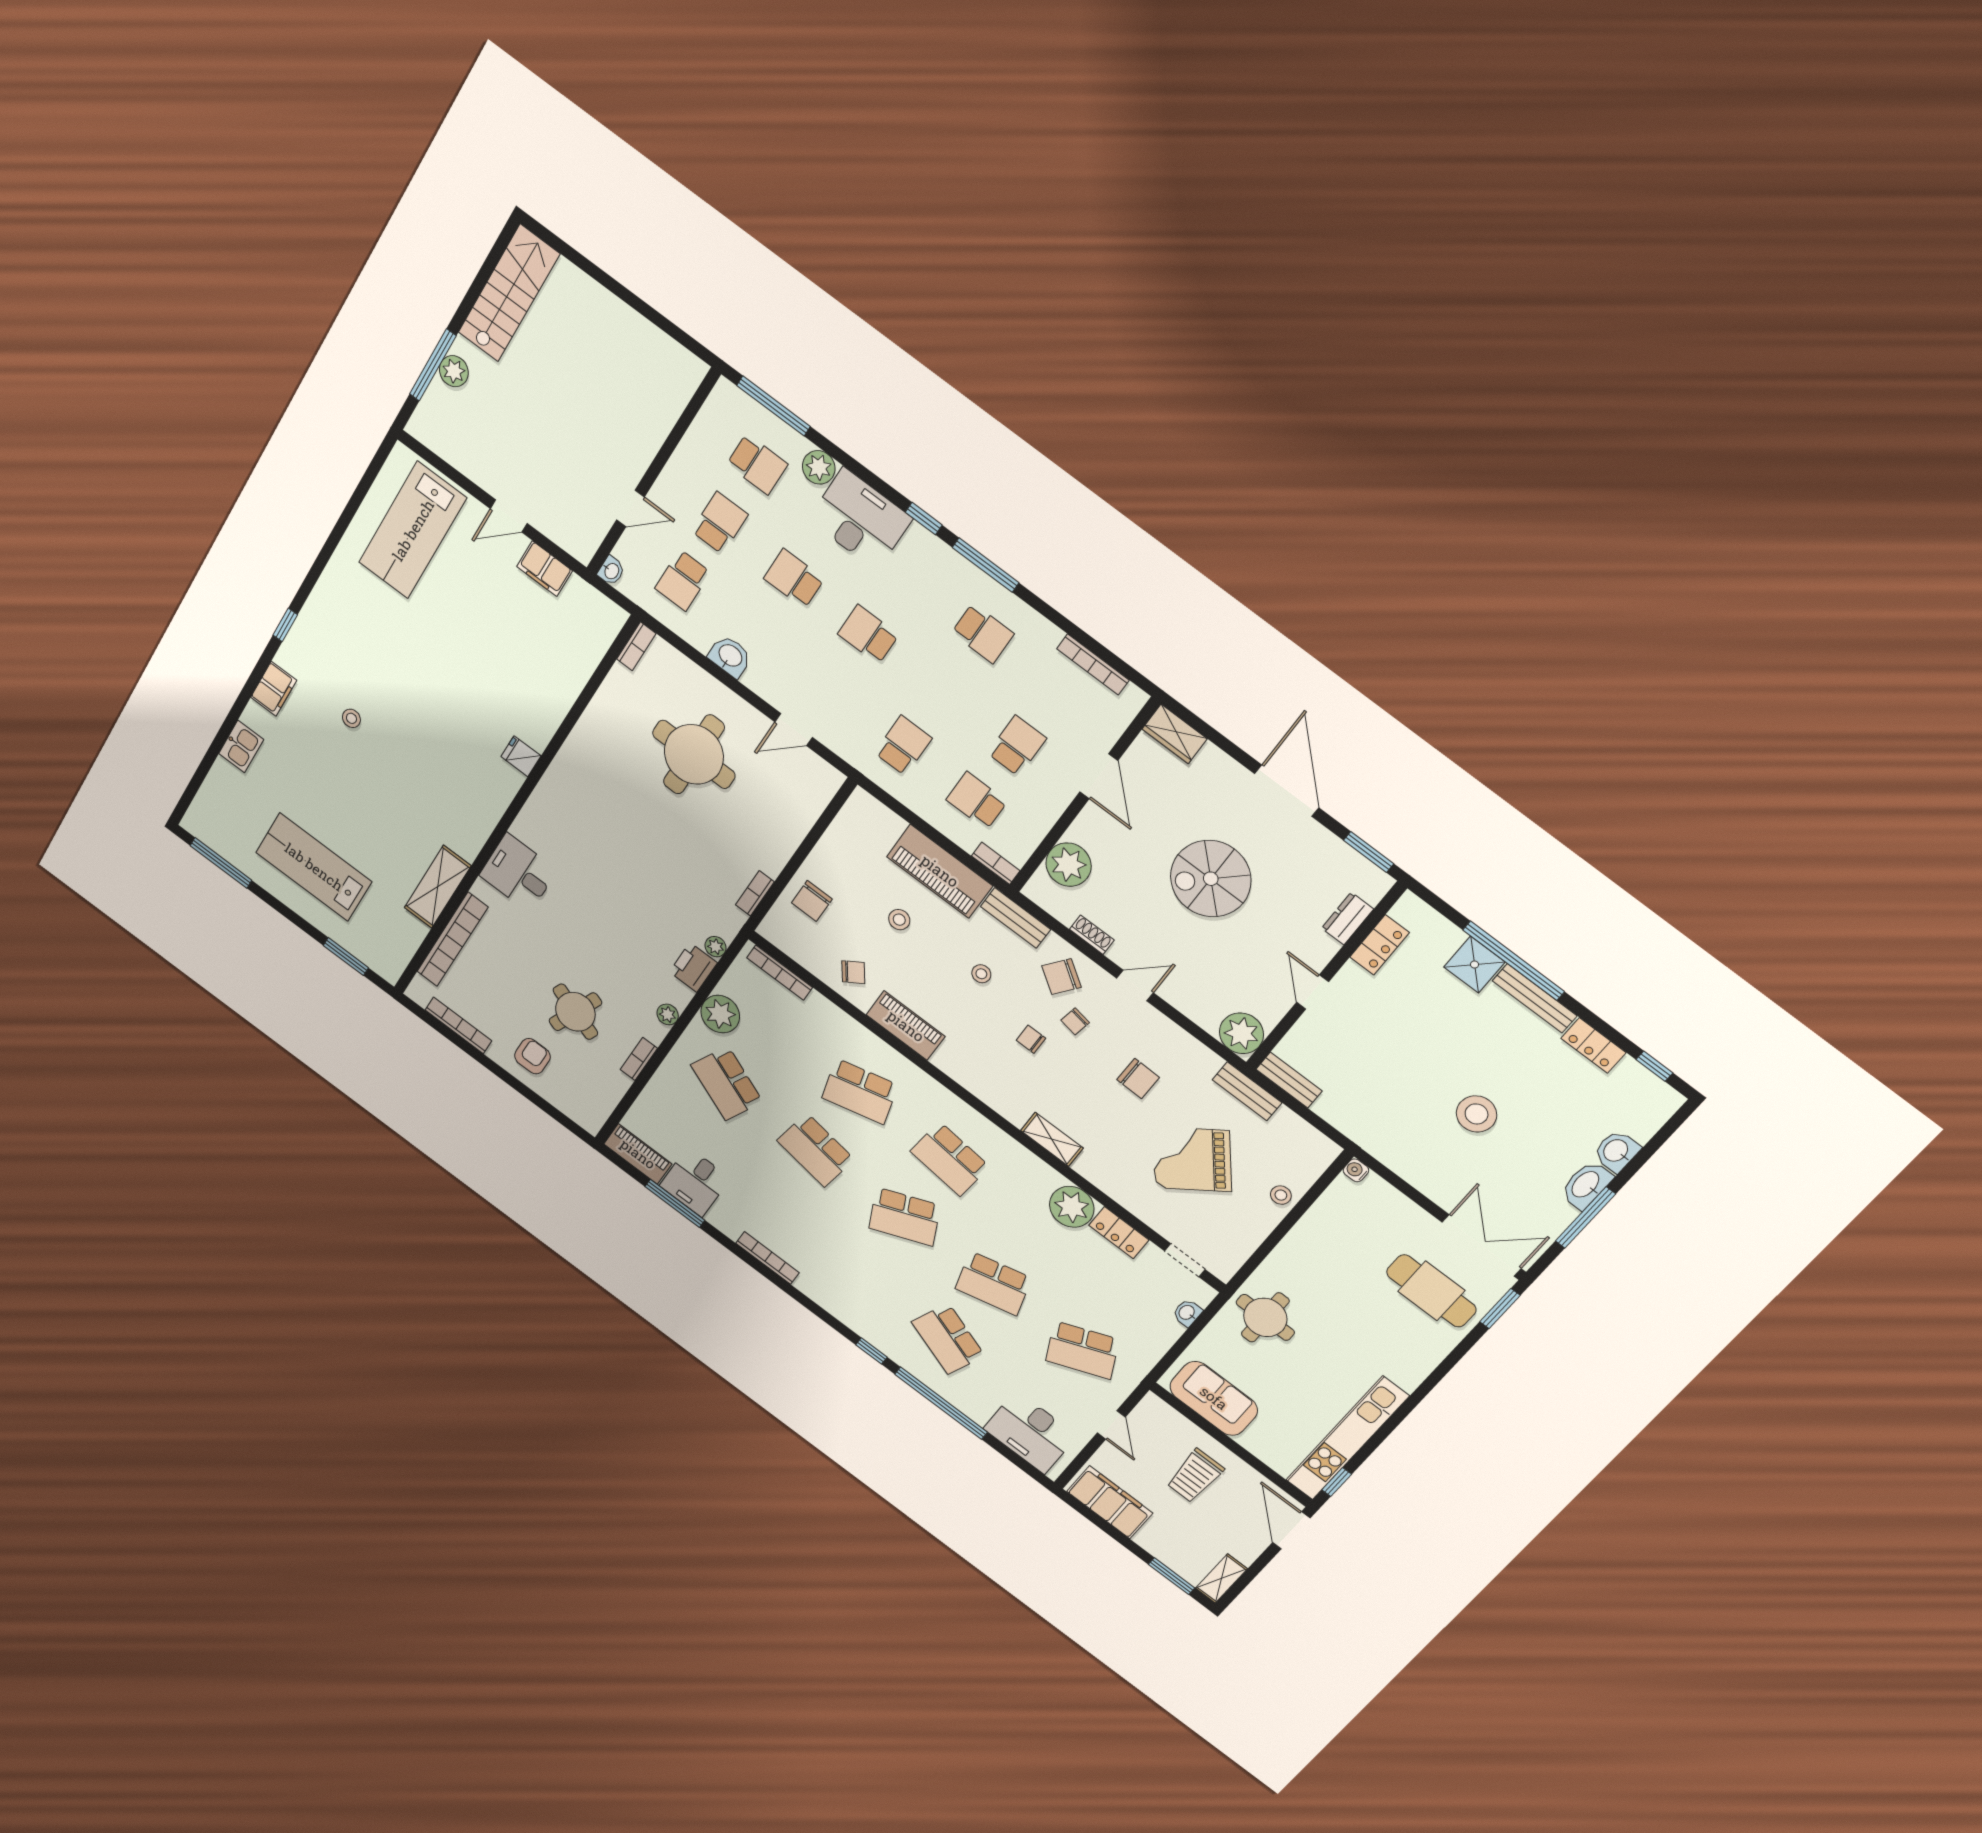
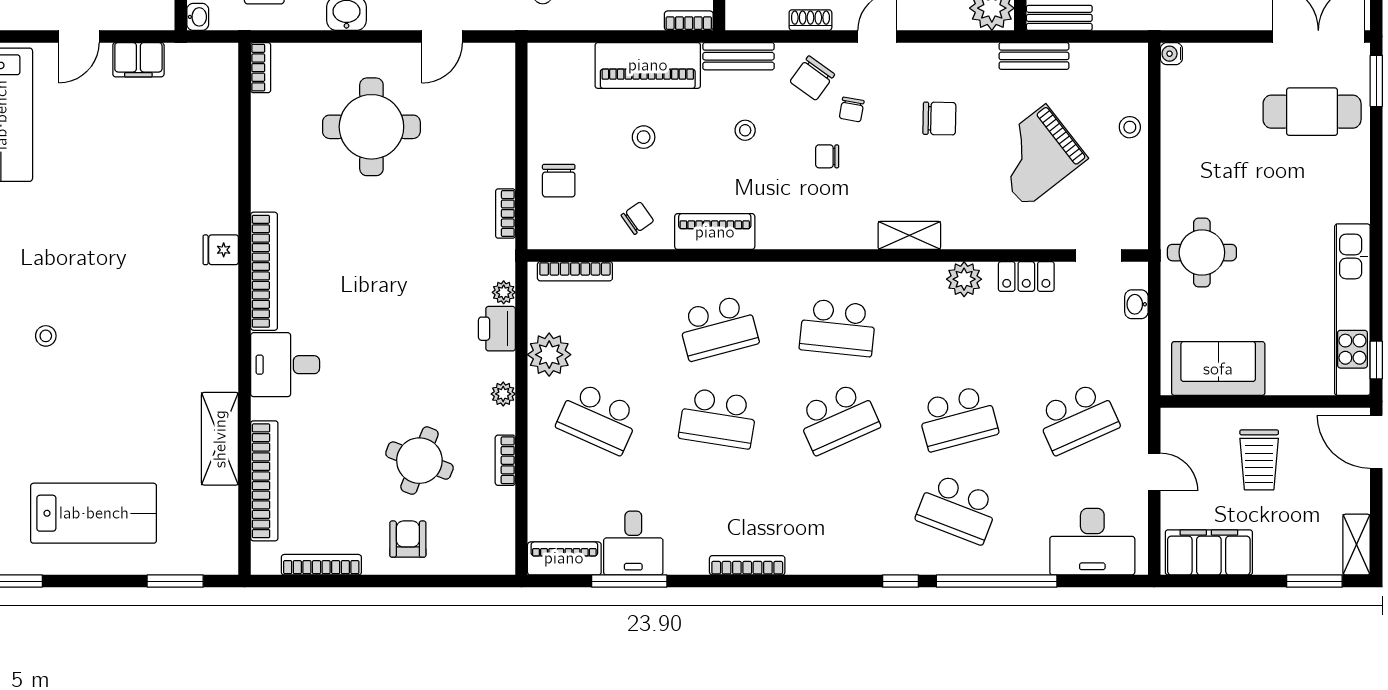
bookcase: (544, 796) -> (264, 271), added
lab bench: (314, 867) -> (94, 513), turned 180
plant: (1072, 1207) -> (964, 279), width x0.73, depth x0.73

